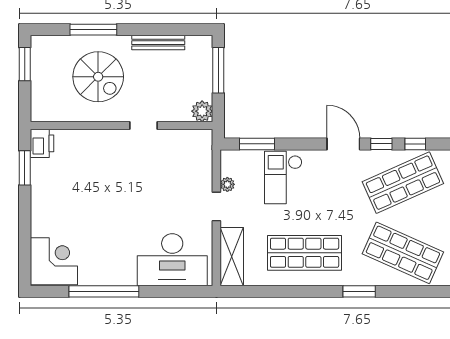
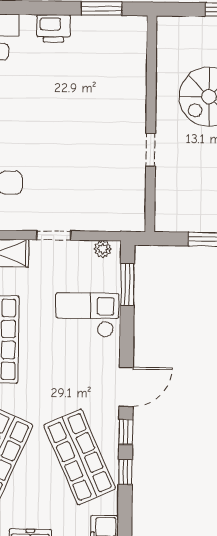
plant: (202, 111) -> (167, 220), removed
printer: (42, 143) -> (53, 28), moved
plant: (227, 184) -> (103, 249), moved

